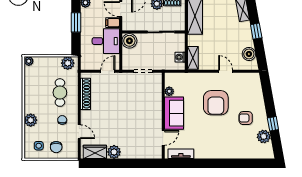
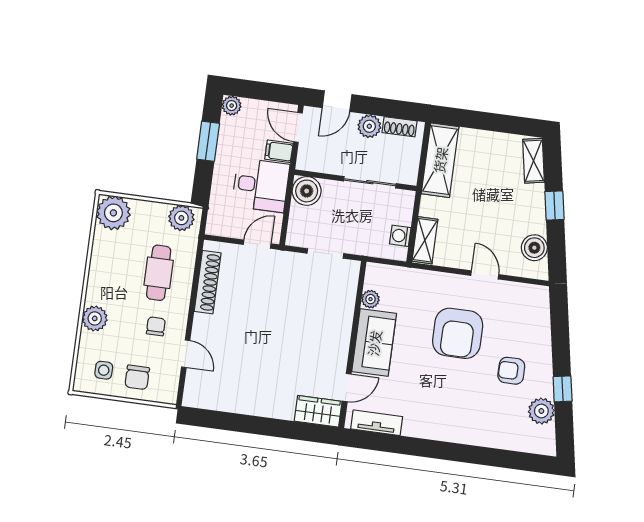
plant: (29, 61) -> (113, 213), width x1.87, depth x1.87
wardrobe: (95, 152) -> (318, 411), moved
plant: (114, 152) -> (248, 402), removed

